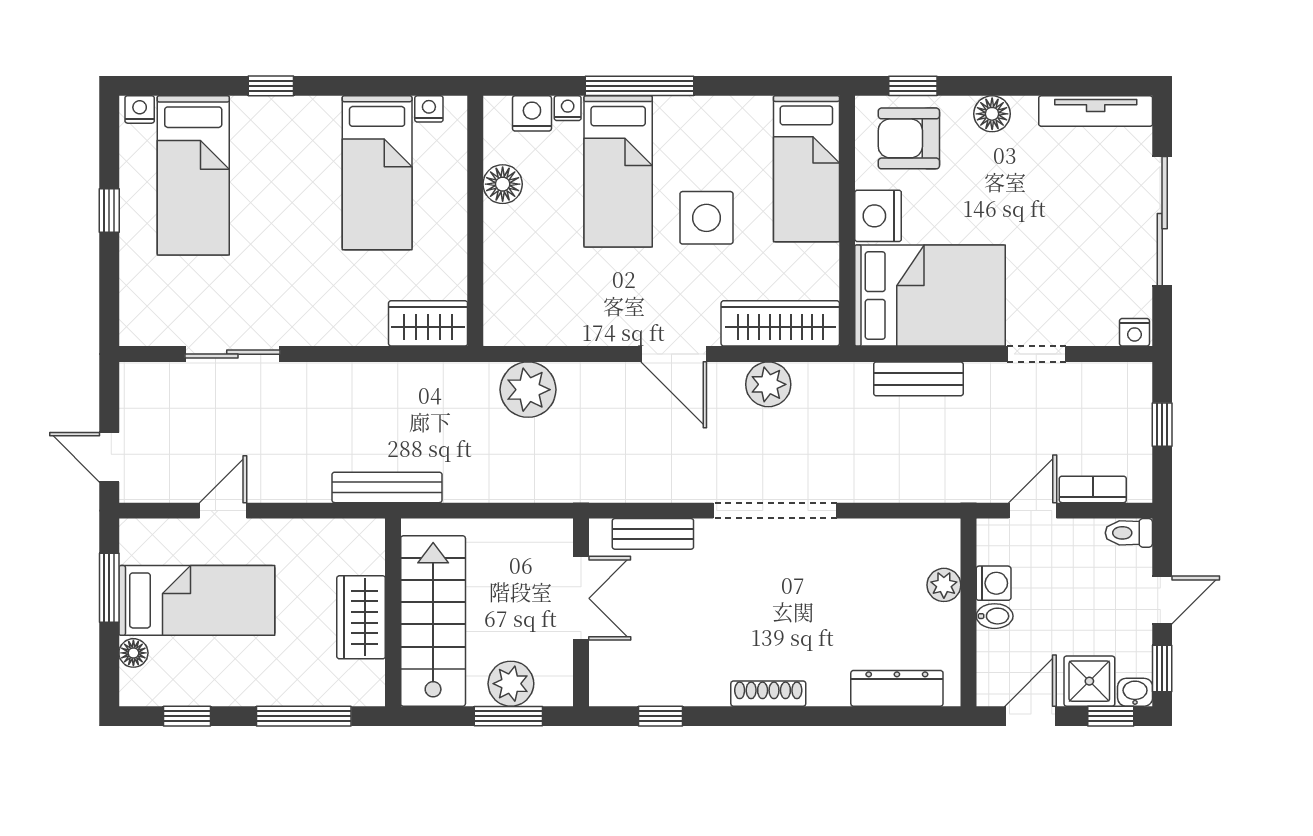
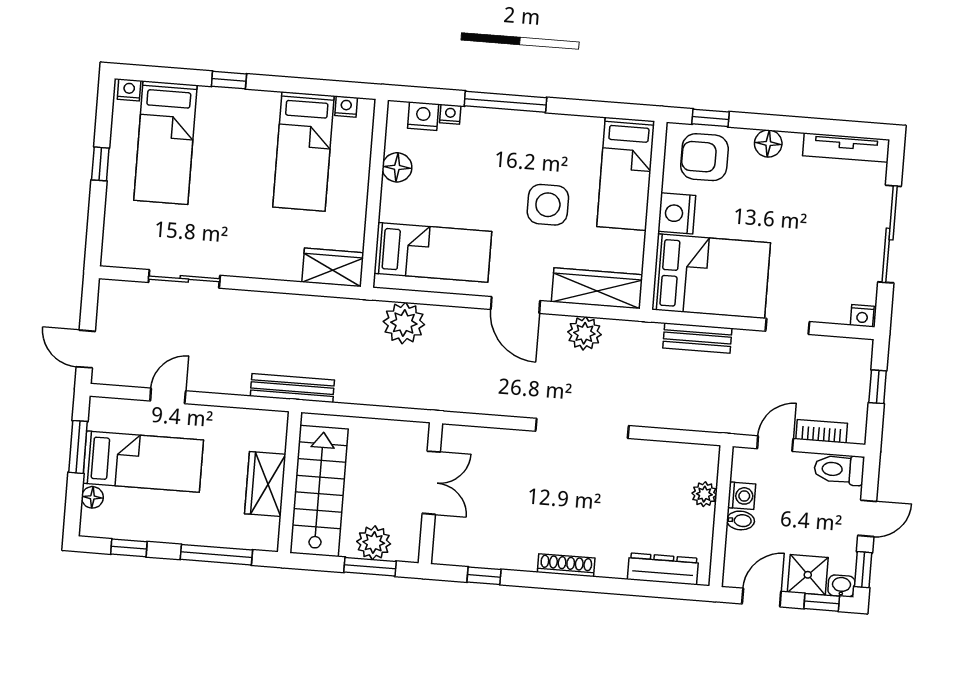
bed: (618, 171) -> (433, 252), moved, turned -90
toilet: (1129, 533) -> (839, 469), width x1.37, depth x1.39
bench: (653, 534) -> (489, 439), removed

